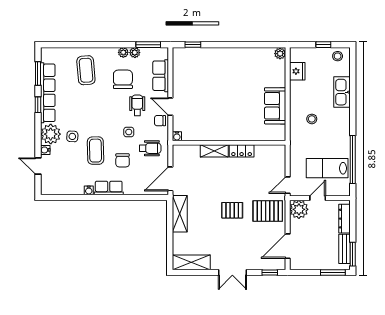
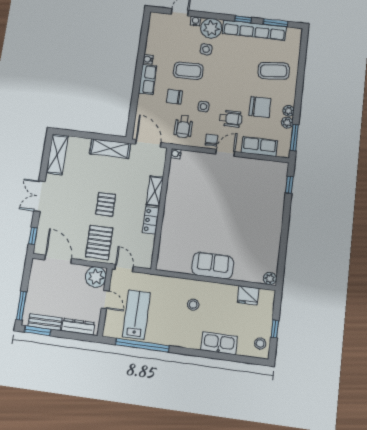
water cooler: (177, 136) -> (176, 154), moved
wall: (229, 143) -> (162, 208), moved
shelving: (214, 151) -> (155, 191), moved
locker: (242, 151) -> (151, 220), moved

